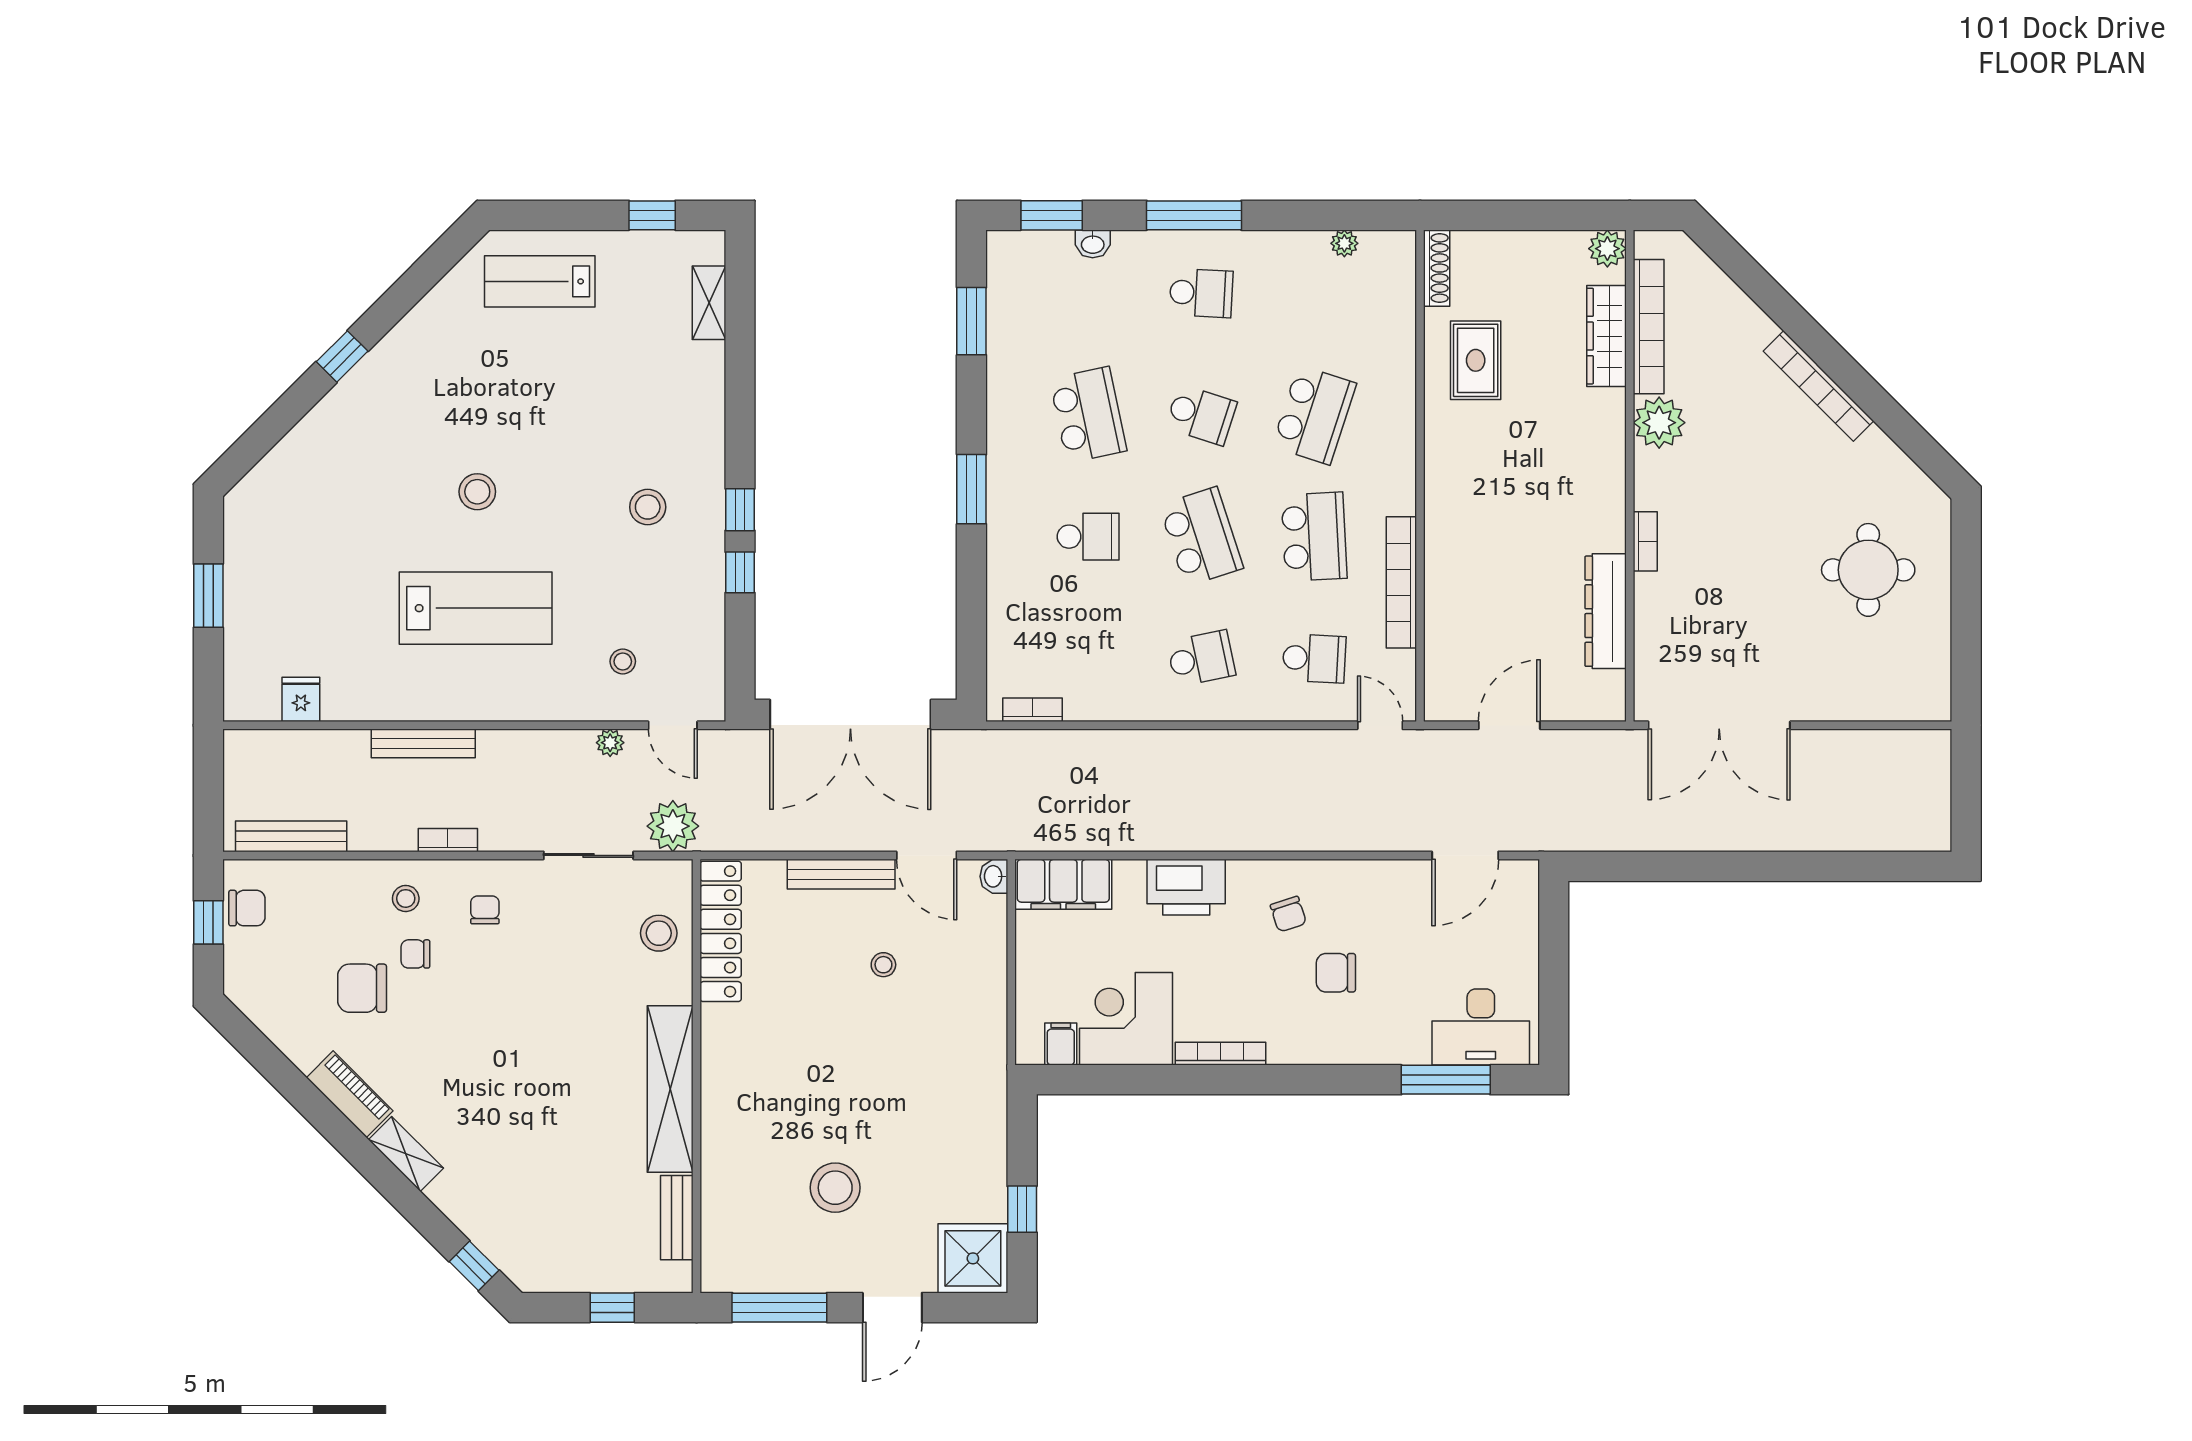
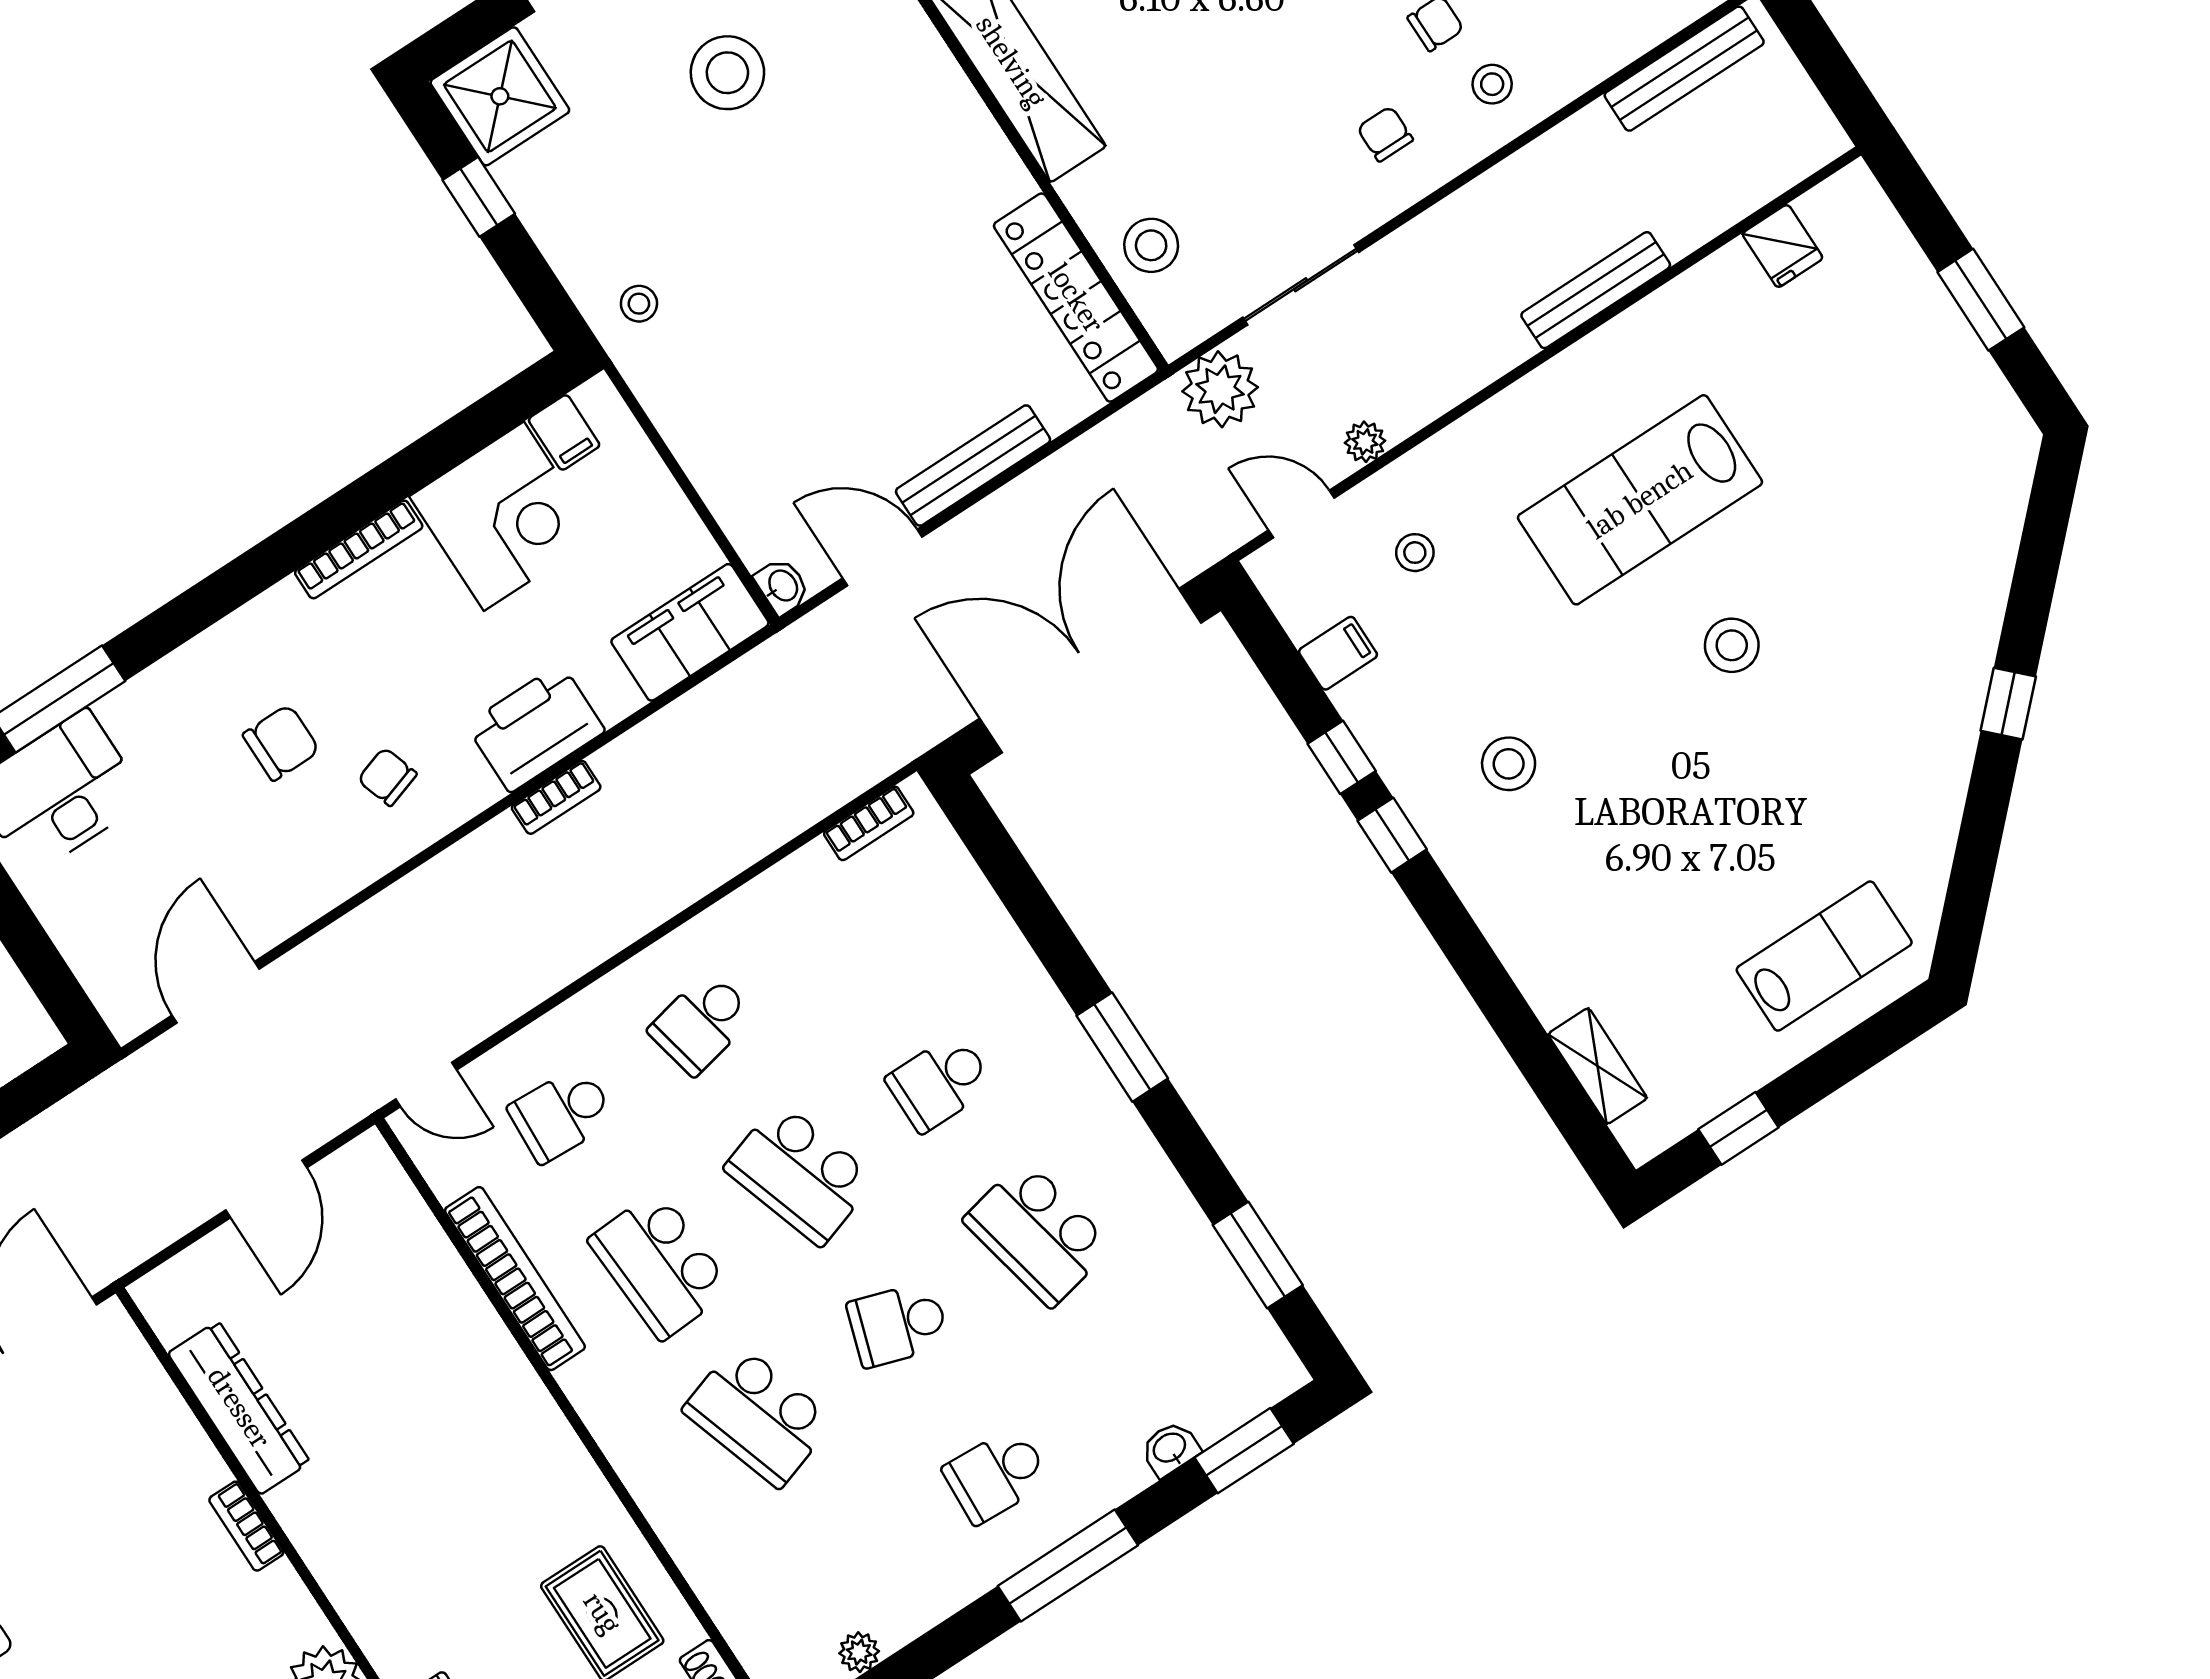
school desk: (1314, 415) -> (758, 1416), turned -36
filing cabinet: (703, 633) -> (1338, 653), added
bookcase: (448, 840) -> (556, 797), moved
chair: (485, 910) -> (1385, 134), turned 180
stool: (883, 965) -> (639, 304), moved

